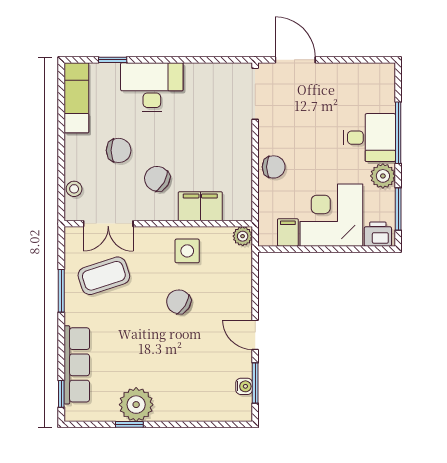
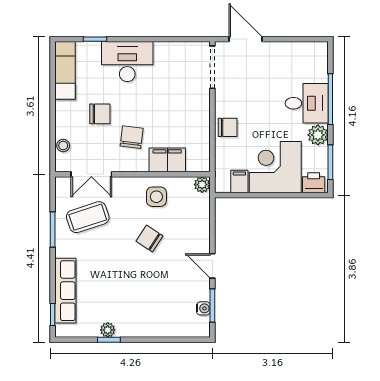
chair: (157, 179) -> (132, 137), turned 67
plant: (136, 405) -> (108, 330), width x0.53, depth x0.53

